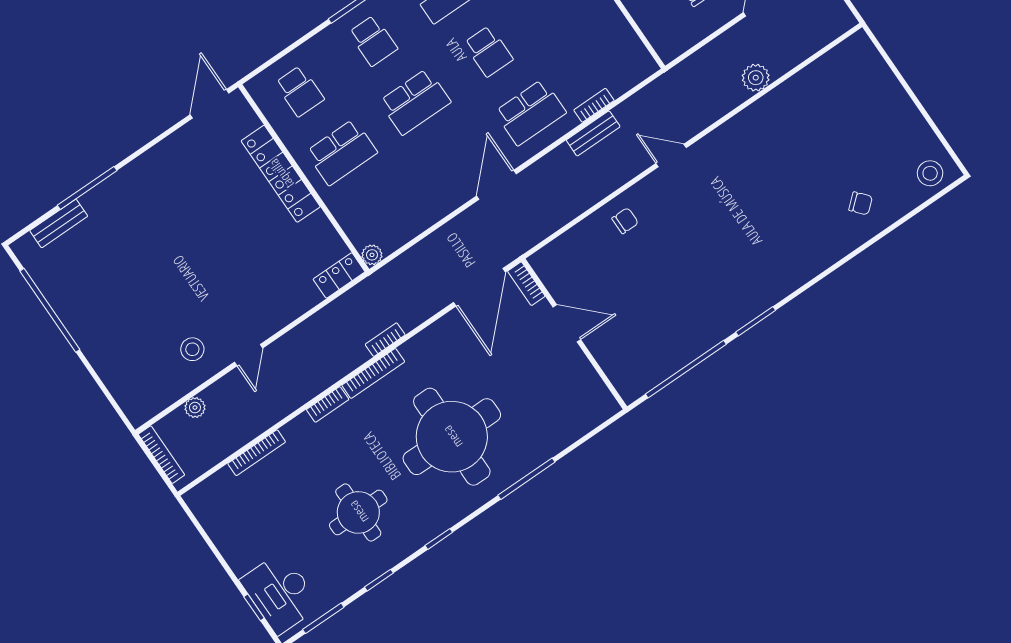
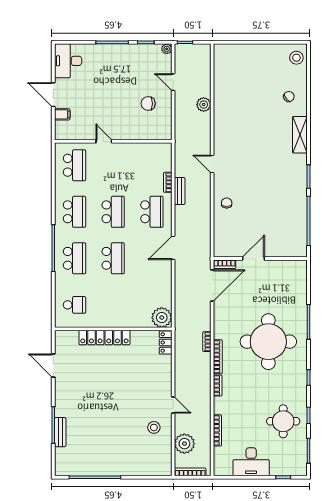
school desk: (373, 41) -> (74, 258), width x1.85
school desk: (488, 51) -> (113, 212), width x1.85
door: (209, 104) -> (53, 365), moved
school desk: (342, 152) -> (113, 305), removed
door: (671, 155) -> (212, 164), hinge flipped
door: (496, 185) -> (173, 248), hinge flipped
bench: (59, 223) -> (60, 432), moved
plant: (372, 255) -> (162, 318), width x1.88, depth x1.88
shelving: (812, 262) -> (300, 135), added
door: (479, 287) -> (212, 286), hinge flipped
plant: (195, 408) -> (184, 444), width x1.88, depth x1.88
round table: (358, 512) -> (283, 421), moved
desk: (280, 593) -> (251, 462), moved

